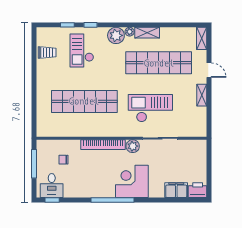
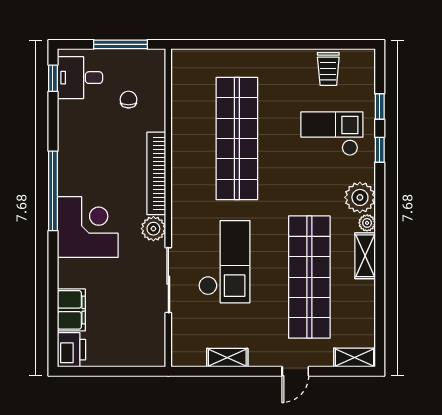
shelving: (202, 95) -> (227, 358), moved

